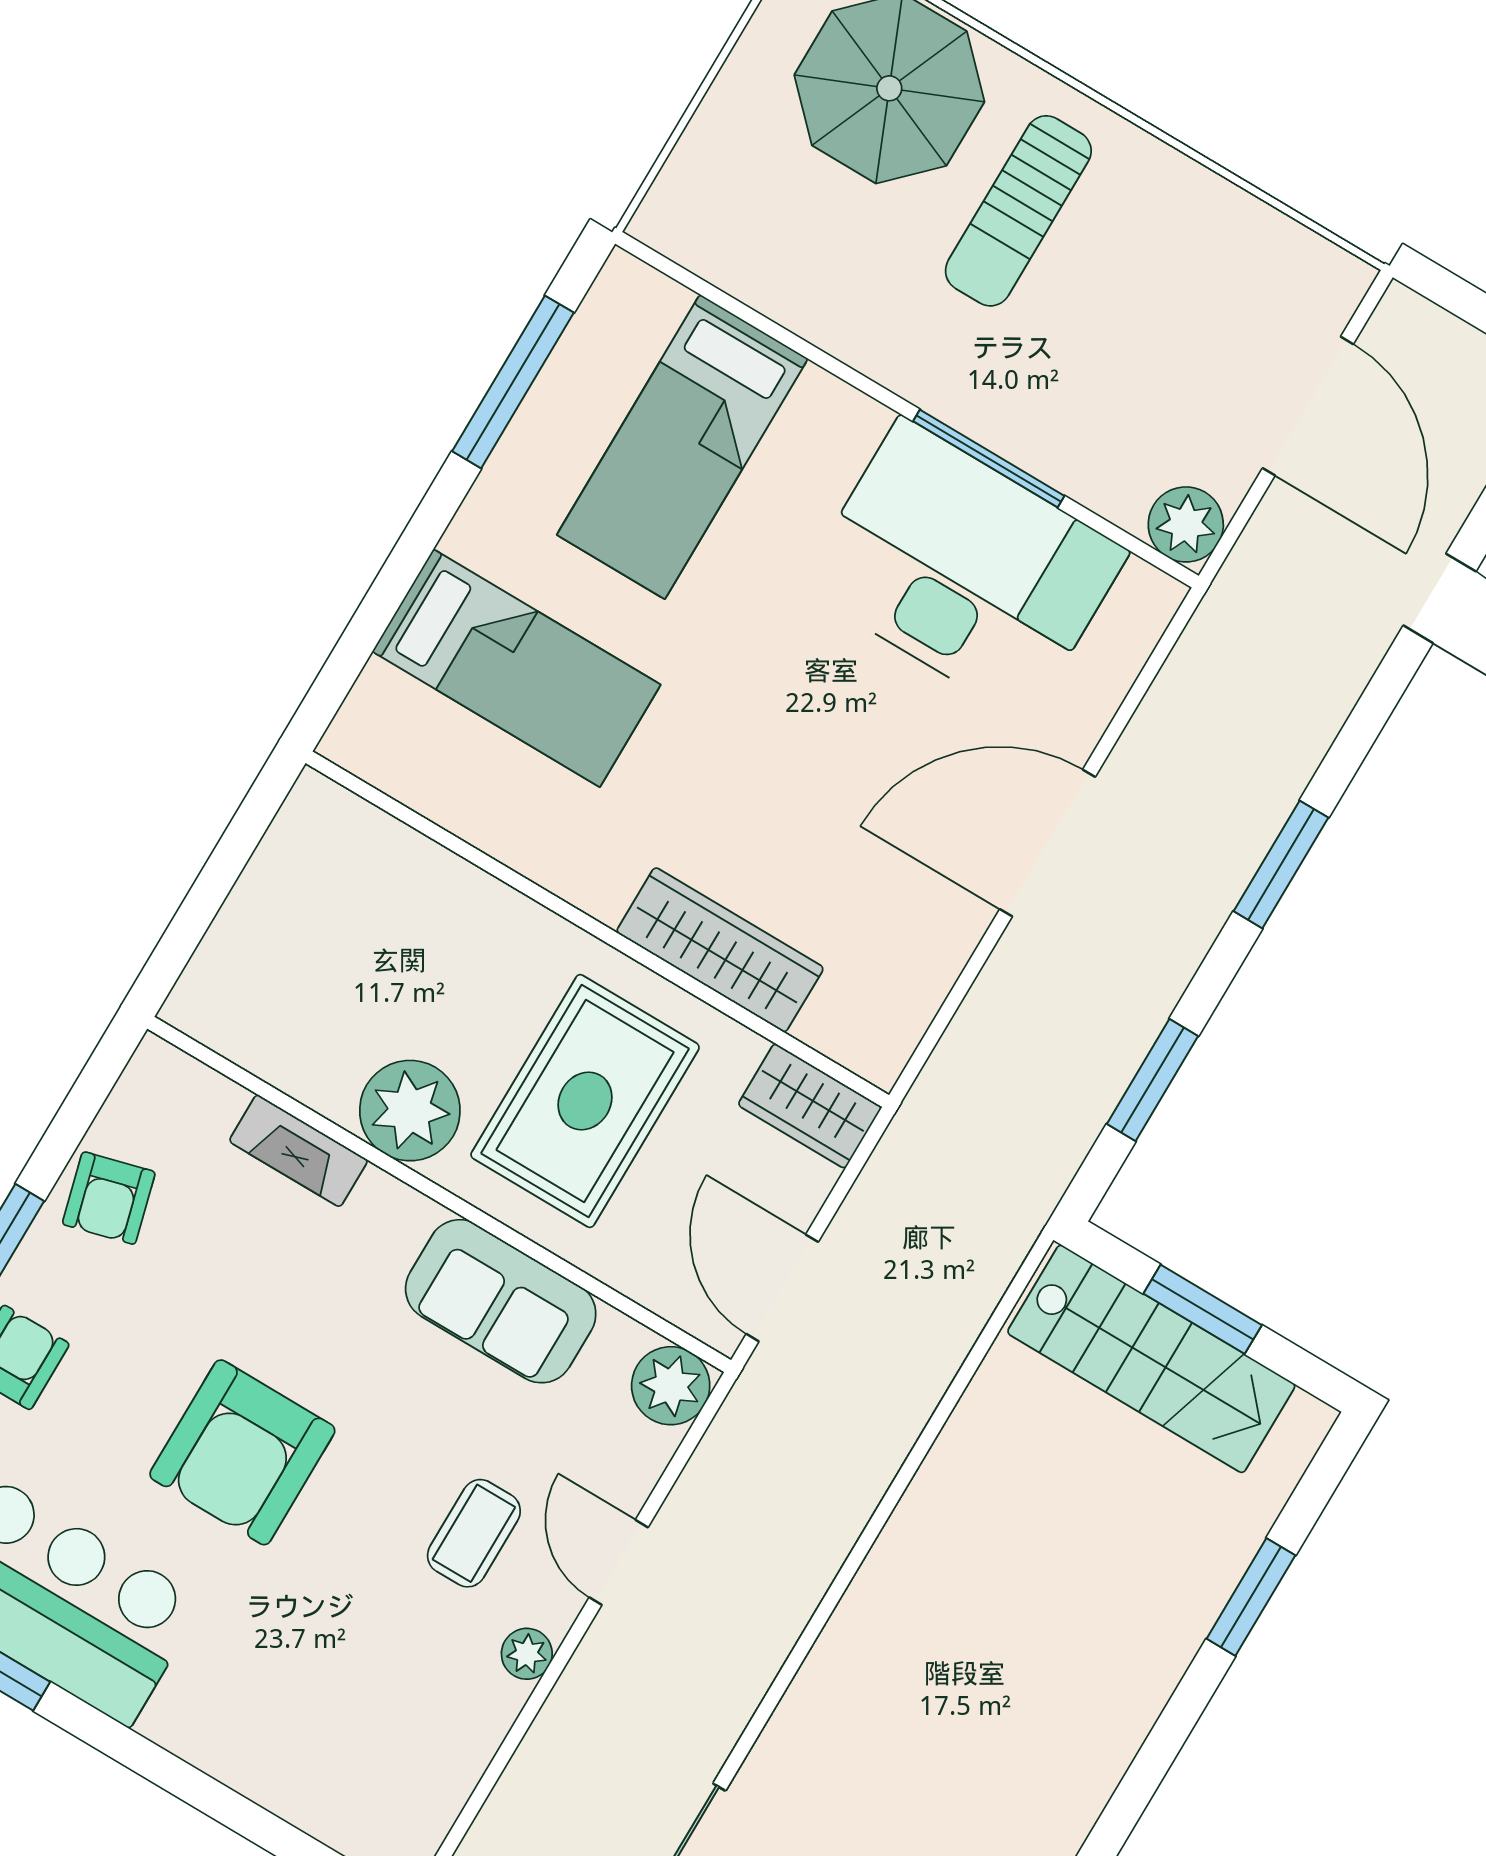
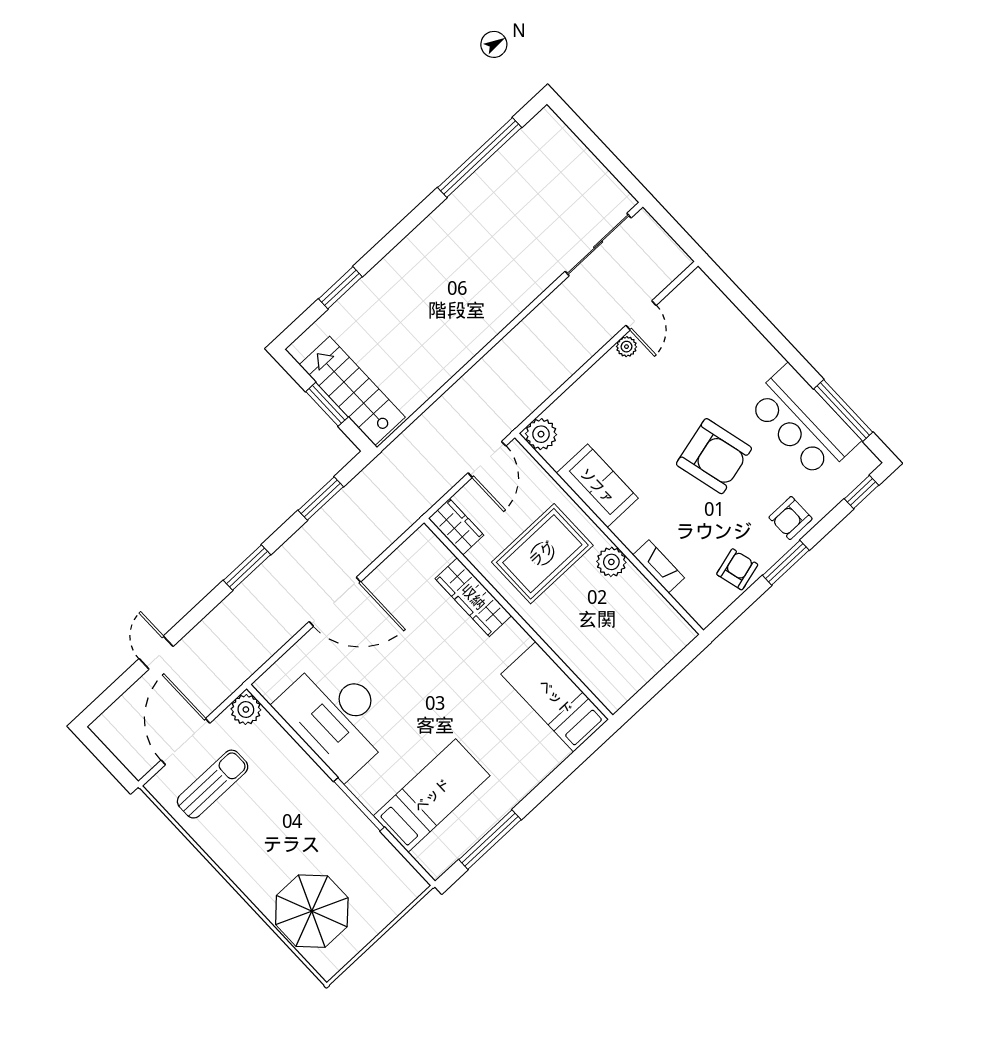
sun lounger: (1018, 211) -> (213, 784), moved
window: (989, 459) -> (359, 804), moved
bed: (516, 668) -> (555, 697), moved
plant: (410, 1111) -> (611, 562), width x0.73, depth x0.73
armchair: (242, 1452) -> (714, 456), turned 76
coffee table: (474, 1533) -> (633, 399), removed
door: (619, 1562) -> (641, 315), moved

